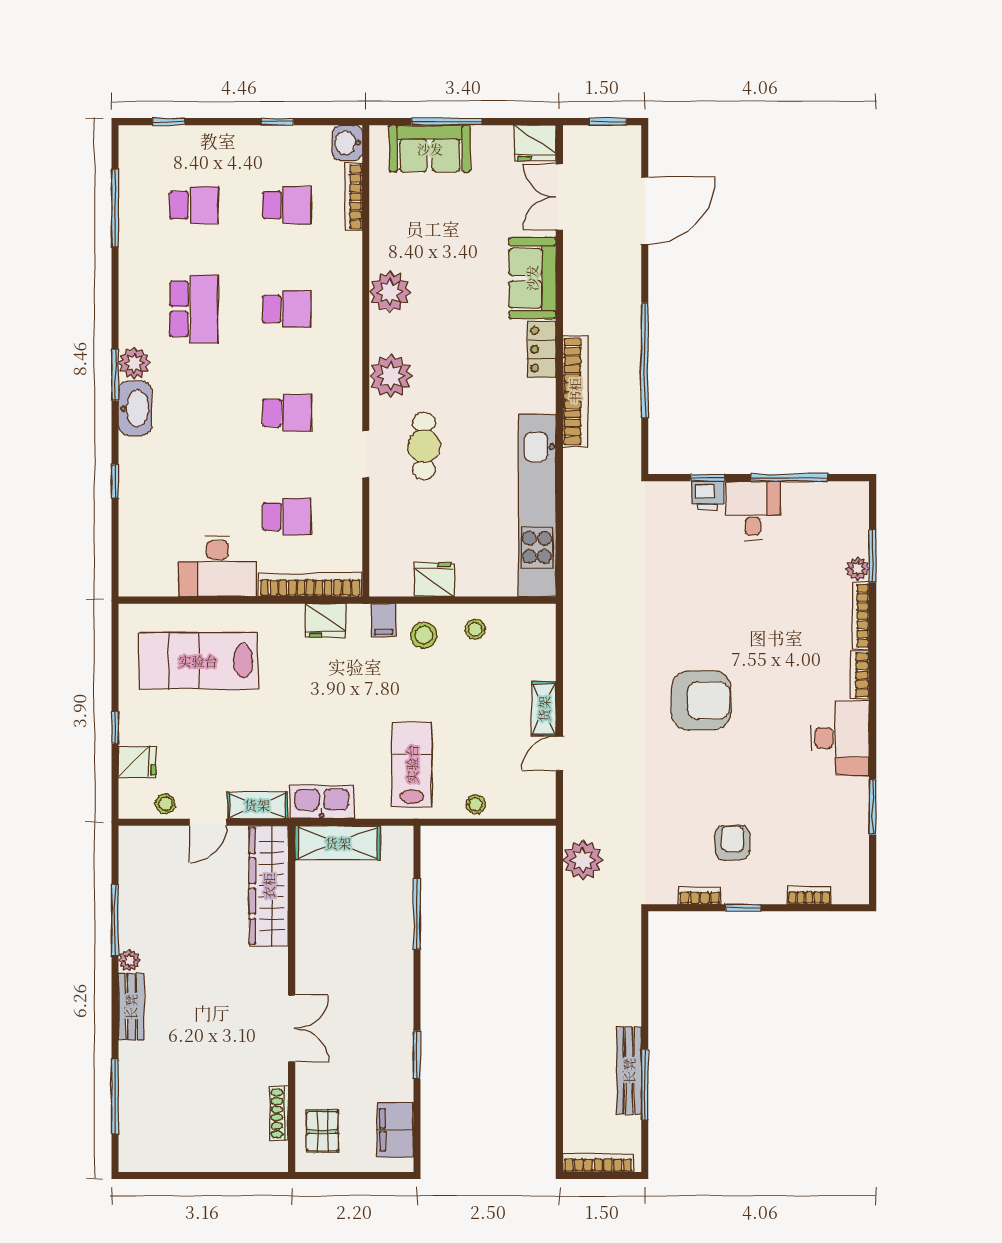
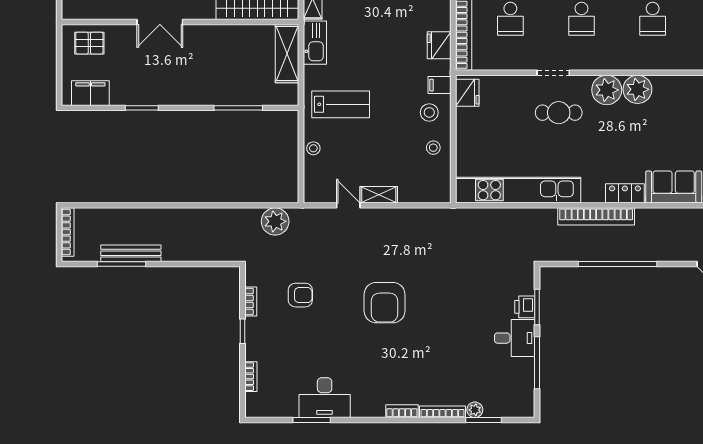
plant: (390, 292) -> (637, 89), moved
window: (708, 478) -> (537, 307), width x1.50
fridge: (434, 580) -> (467, 93), moved
desk: (840, 738) -> (325, 398), moved
armchair: (732, 843) -> (300, 295), moved
shoe rack: (279, 1113) -> (102, 13), removed

